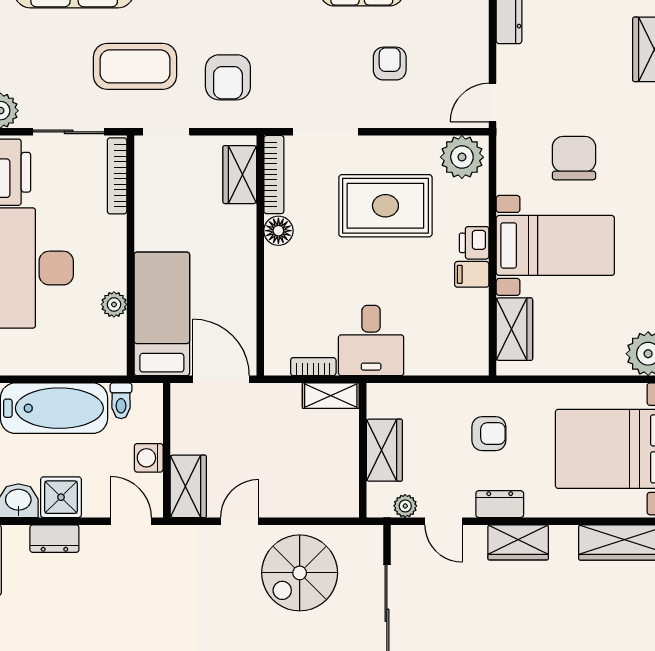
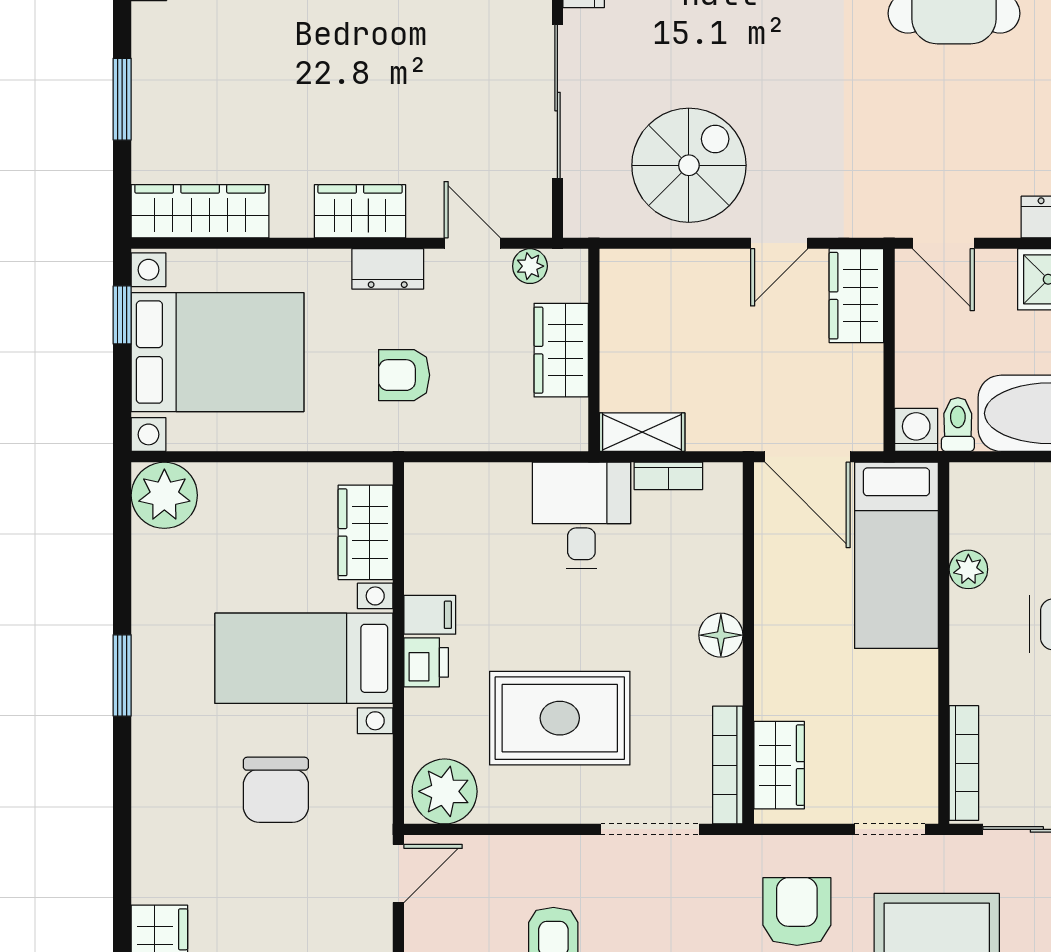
floor lamp: (278, 231) -> (721, 635), moved
washing machine: (149, 458) -> (916, 430), moved, turned -90

